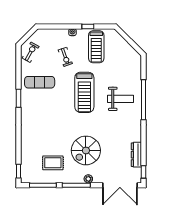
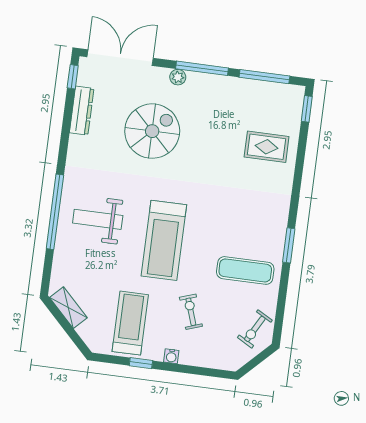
shelving: (130, 51) -> (68, 308), added
treadmill: (84, 92) -> (164, 240), turned 180
spiral stairs: (86, 150) -> (152, 131), moved
rug: (53, 163) -> (267, 147), moved

